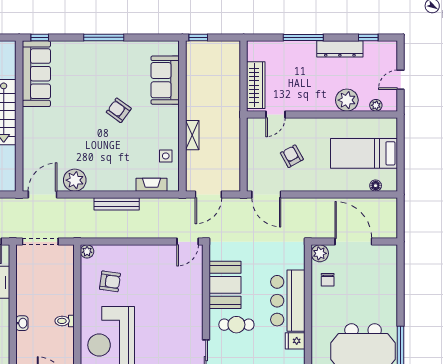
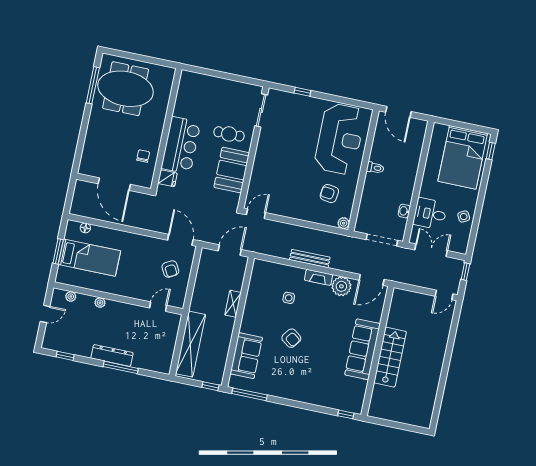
window: (104, 37) -> (249, 394), moved
dresser: (340, 49) -> (112, 355), moved
sofa: (36, 74) -> (363, 349), moved
shelving: (230, 80) -> (190, 344), added
wardrobe: (256, 85) -> (170, 335), removed
plant: (347, 100) -> (100, 303), width x0.53, depth x0.53
window: (401, 153) -> (58, 251), added
side table: (166, 156) -> (289, 298), moved
armchair: (292, 156) -> (170, 269), moved
fireplace: (152, 185) -> (318, 277), moved
plant: (320, 253) -> (145, 180), removed
washbasin: (22, 323) -> (404, 211), moved
fridge: (295, 341) -> (167, 178), moved

